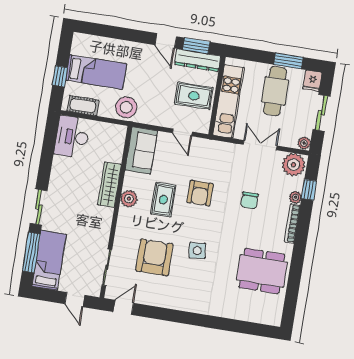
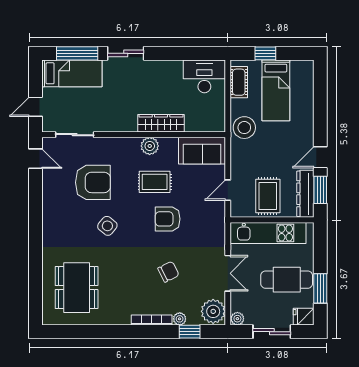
chair: (250, 200) -> (168, 272), turned 153
side table: (197, 251) -> (107, 226), turned 45
dining table: (262, 271) -> (77, 288), moved

